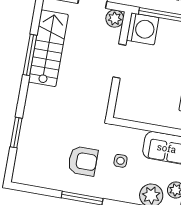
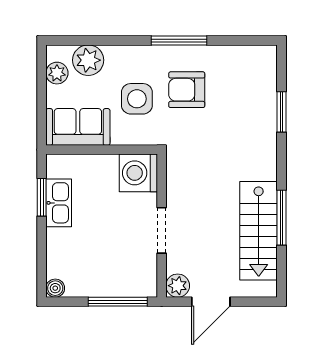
washing machine: (143, 29) -> (138, 173), moved
side table: (120, 161) -> (137, 99), width x1.87, depth x1.87

